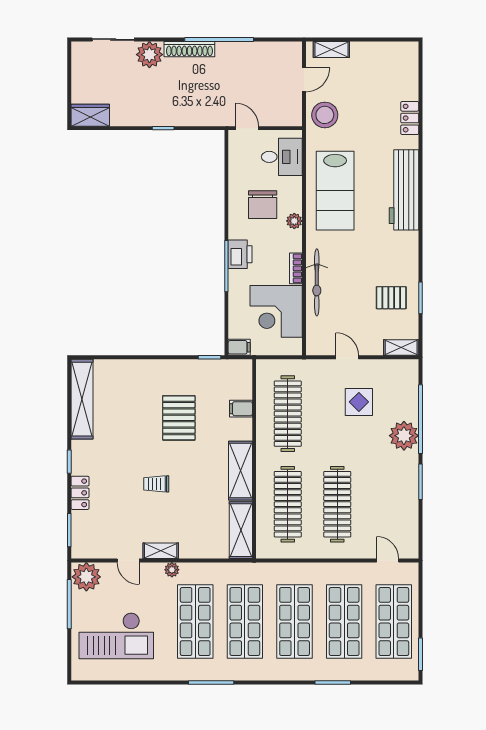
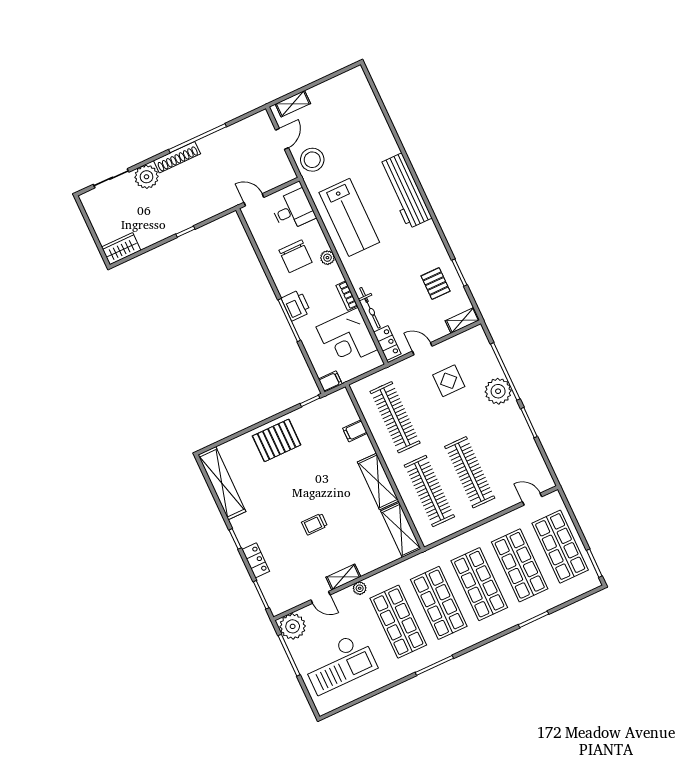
locker: (410, 118) -> (387, 343), moved, turned 180
bicycle: (317, 282) -> (370, 308), width x0.73, depth x0.71
pallet: (391, 298) -> (436, 284), turned 90
pallet: (179, 418) -> (277, 440), moved, turned 90

